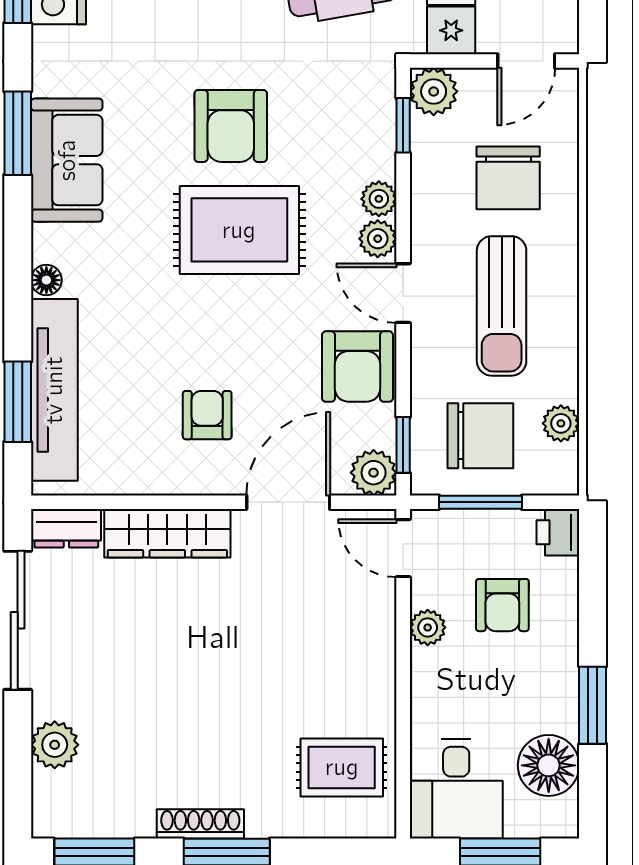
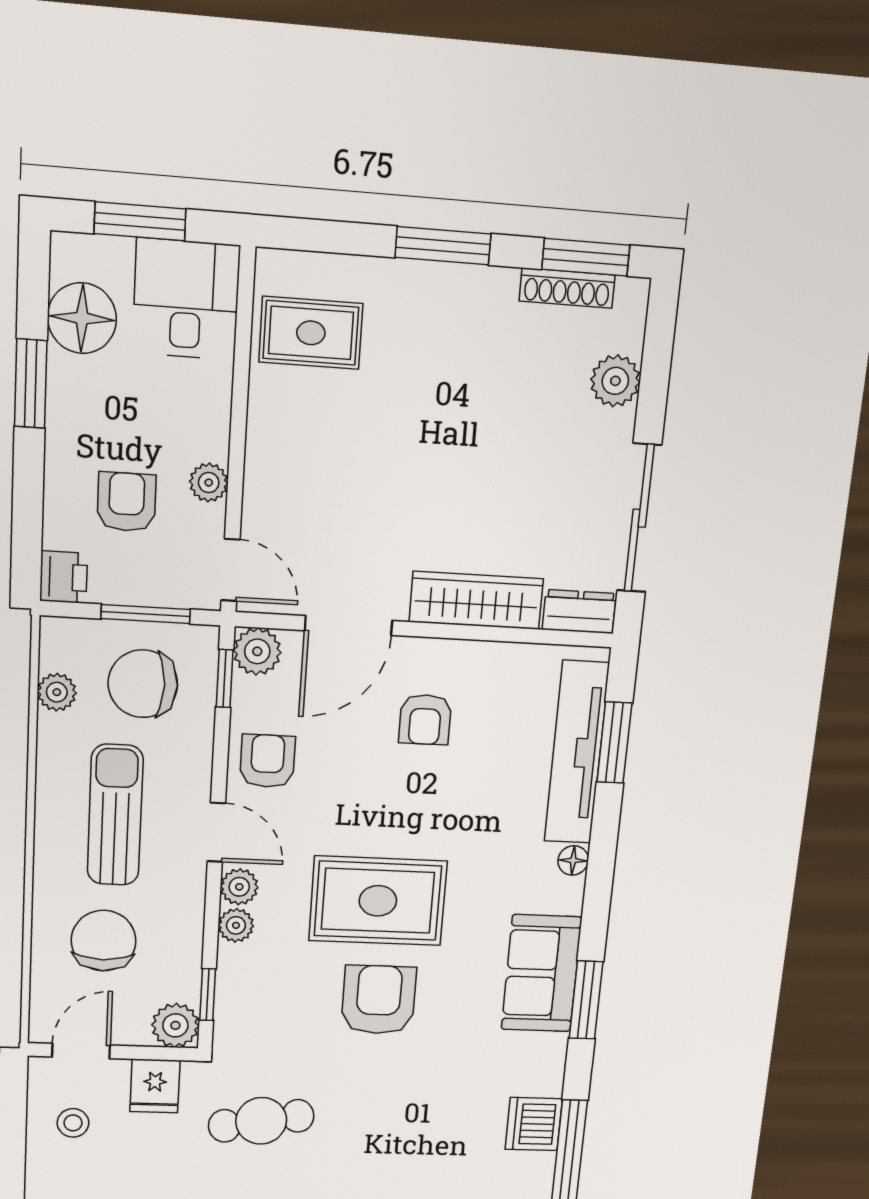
armchair: (357, 367) -> (267, 761), width x0.72, depth x0.72
shoe rack: (200, 824) -> (567, 288), moved

